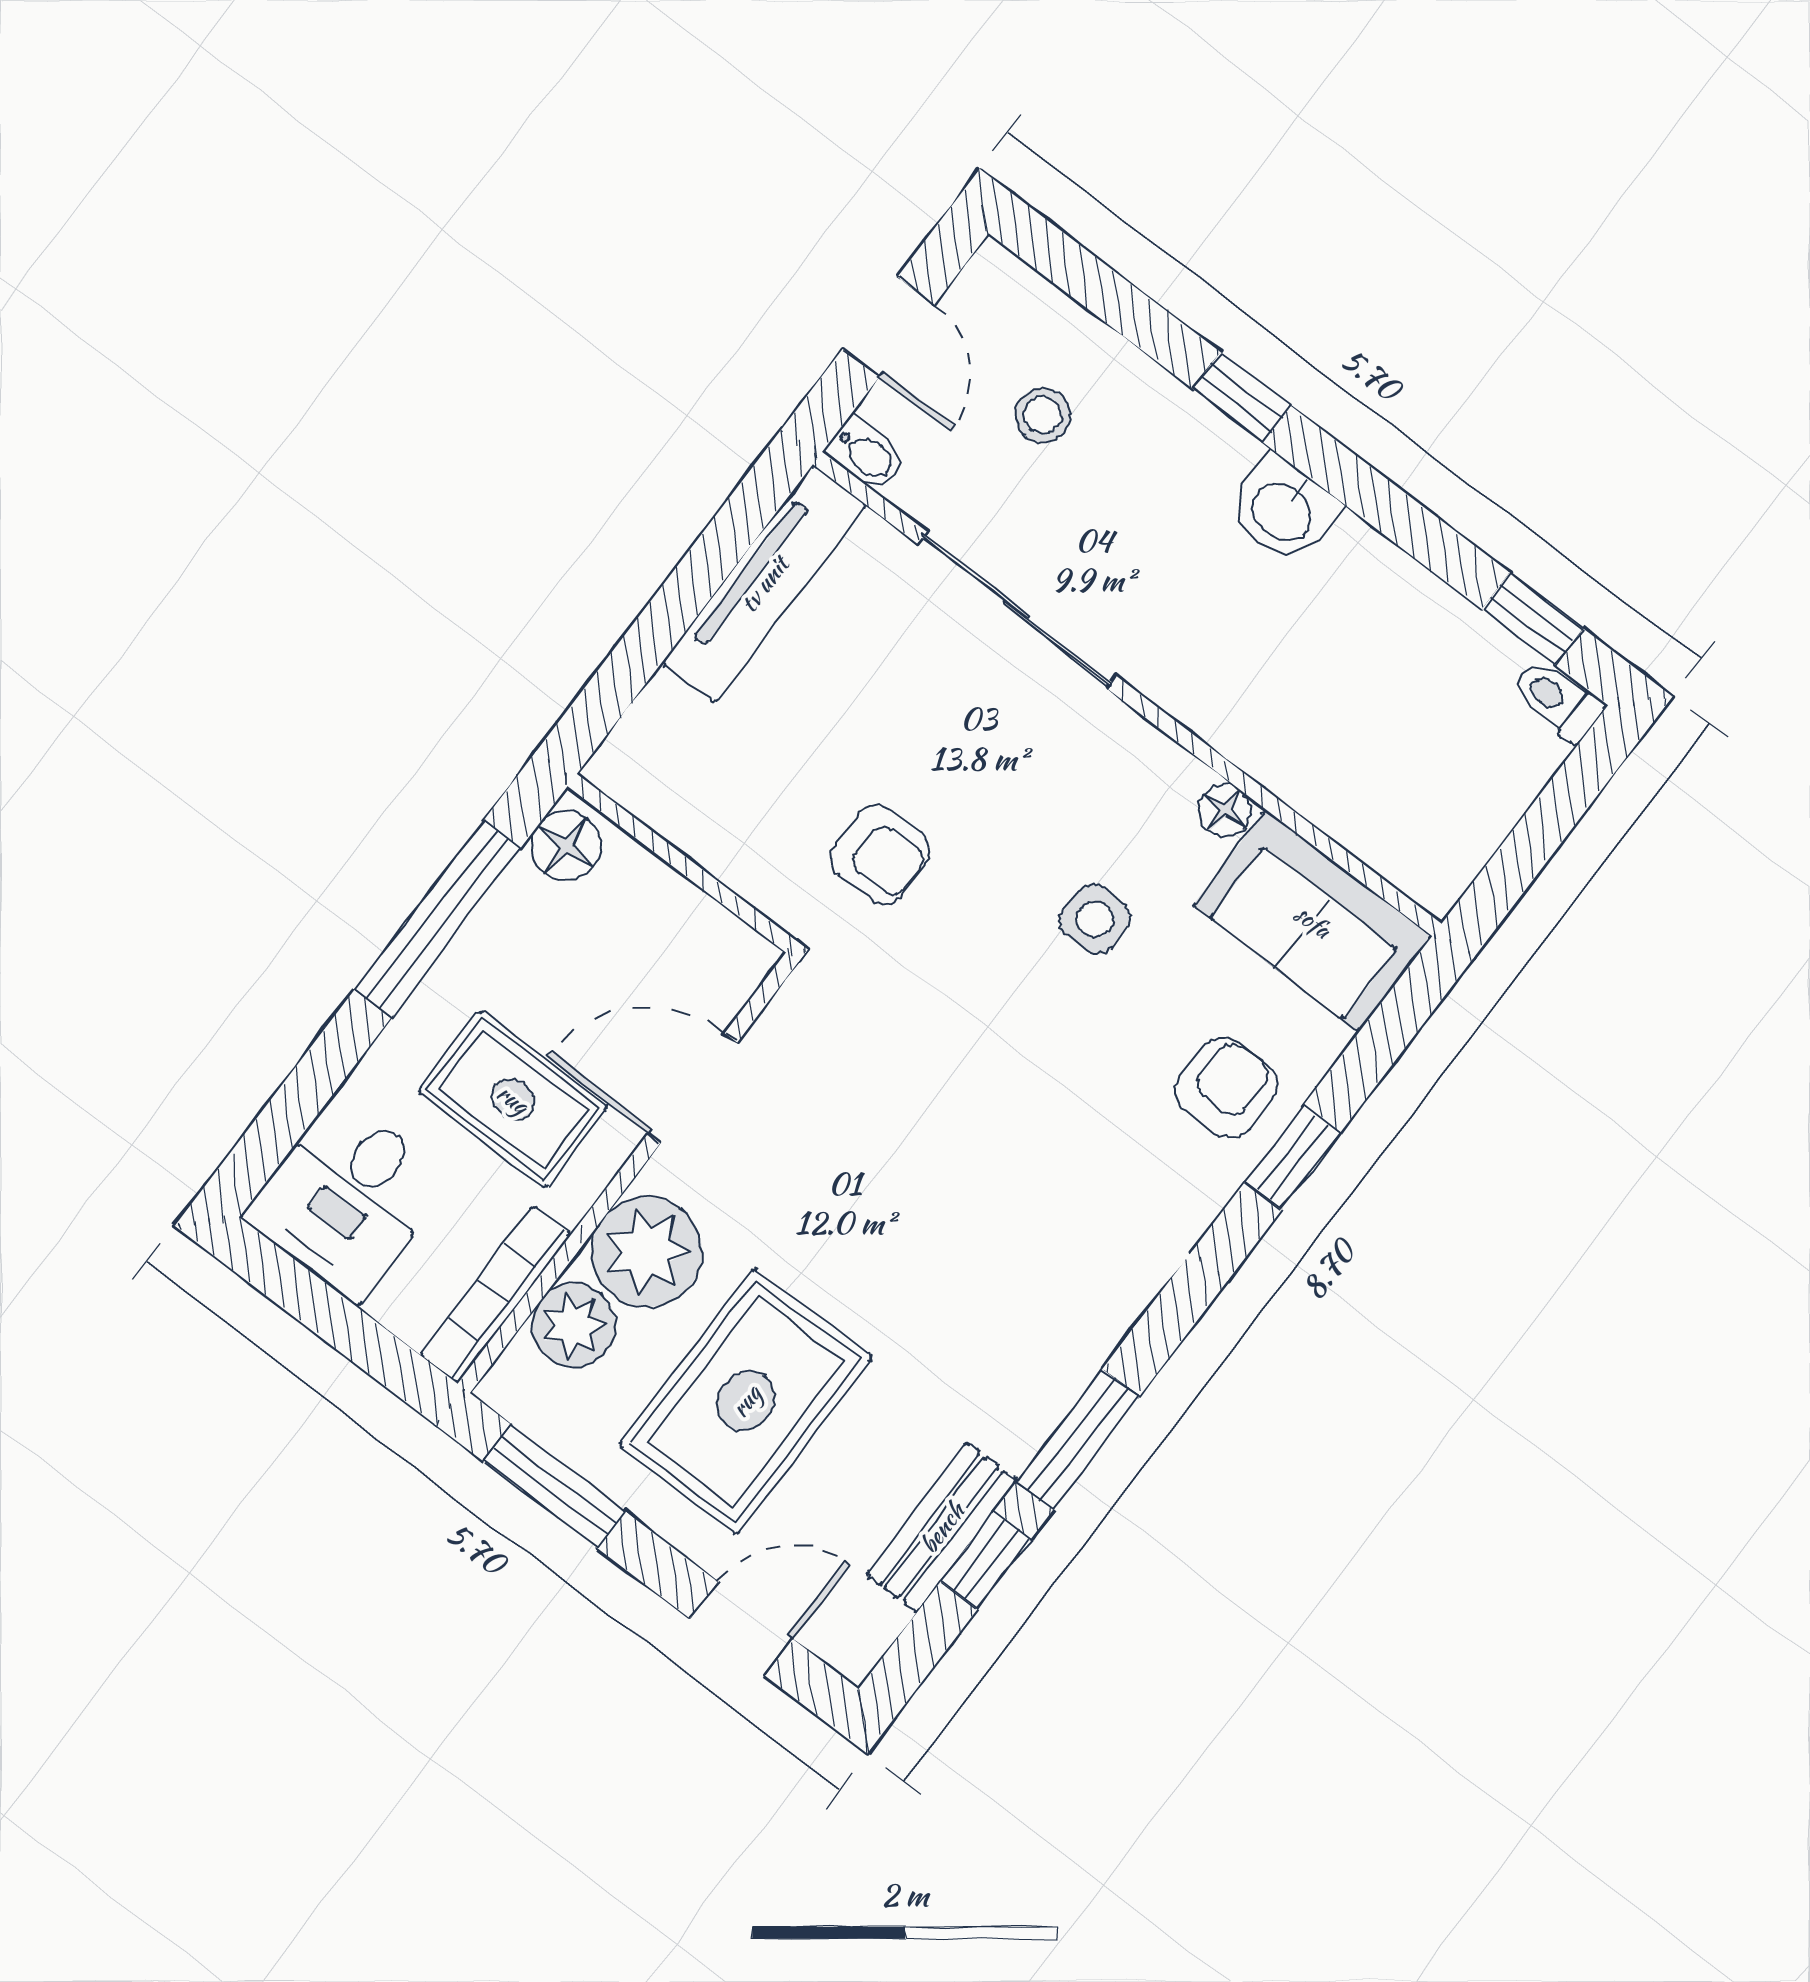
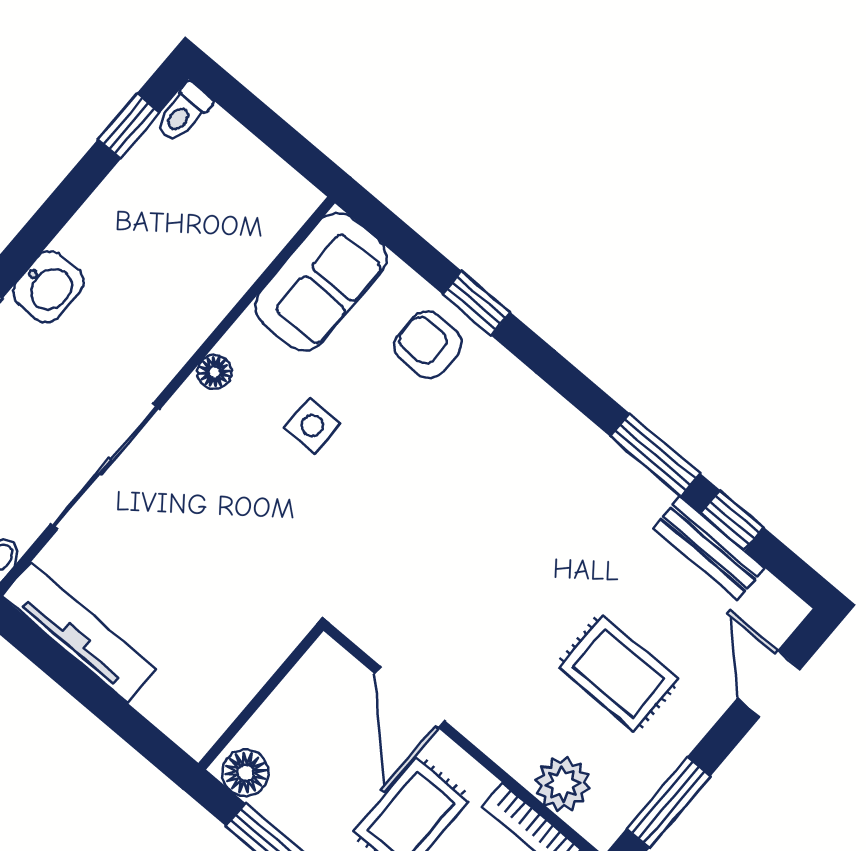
floor lamp: (1225, 810) -> (214, 372), moved
armchair: (880, 854) -> (262, 565), removed
plant: (647, 1252) -> (516, 733), removed
rug: (746, 1401) -> (619, 673), width x0.73, depth x0.70

